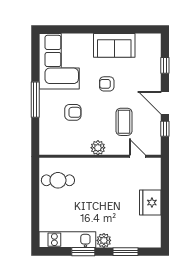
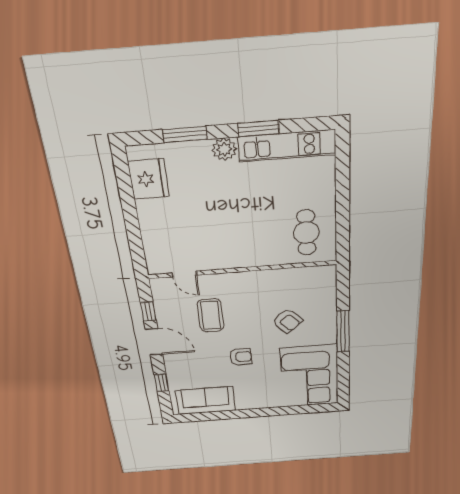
sofa: (114, 45) -> (206, 400), moved
armchair: (73, 112) -> (287, 321), turned -132
plant: (98, 148) -> (246, 280), removed
cafe table: (58, 180) -> (306, 233), turned 90
fridge: (150, 203) -> (149, 179), moved

